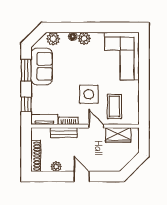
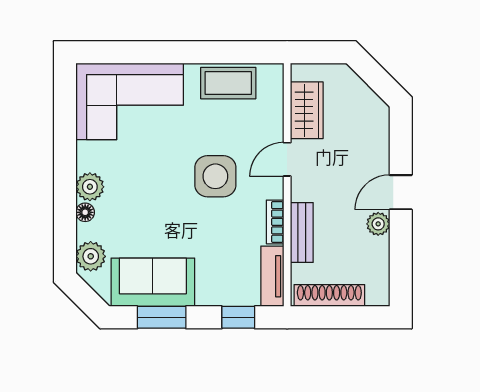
coffee table: (114, 106) -> (228, 83), moved
shoe rack: (36, 156) -> (329, 296), moved
plant: (56, 167) -> (378, 224), moved

